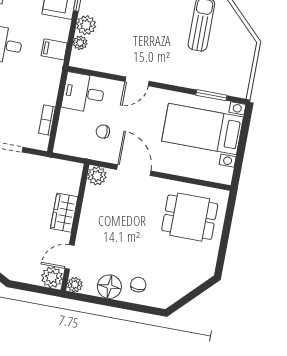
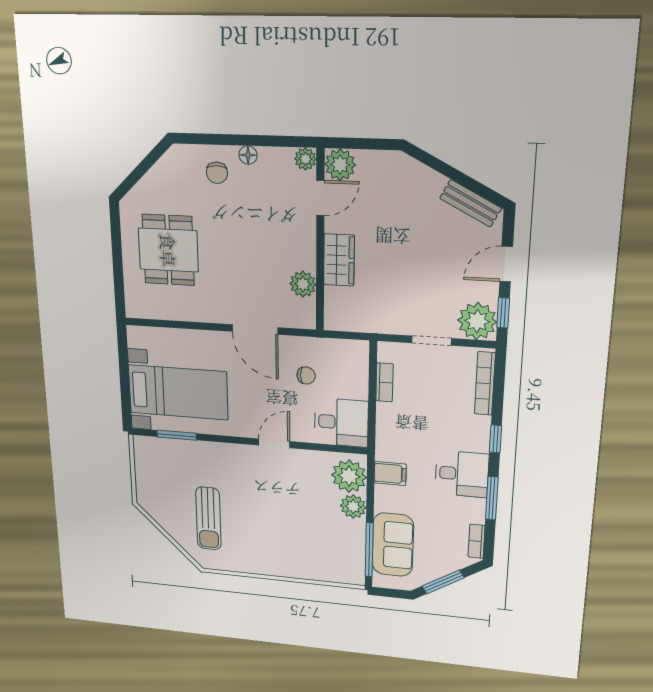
plant: (80, 43) -> (349, 476), width x1.88, depth x1.88
plant: (97, 176) -> (303, 284), moved
dining table: (190, 217) -> (168, 250), moved, turned 90
floor lamp: (109, 287) -> (248, 155), width x0.53, depth x0.53

